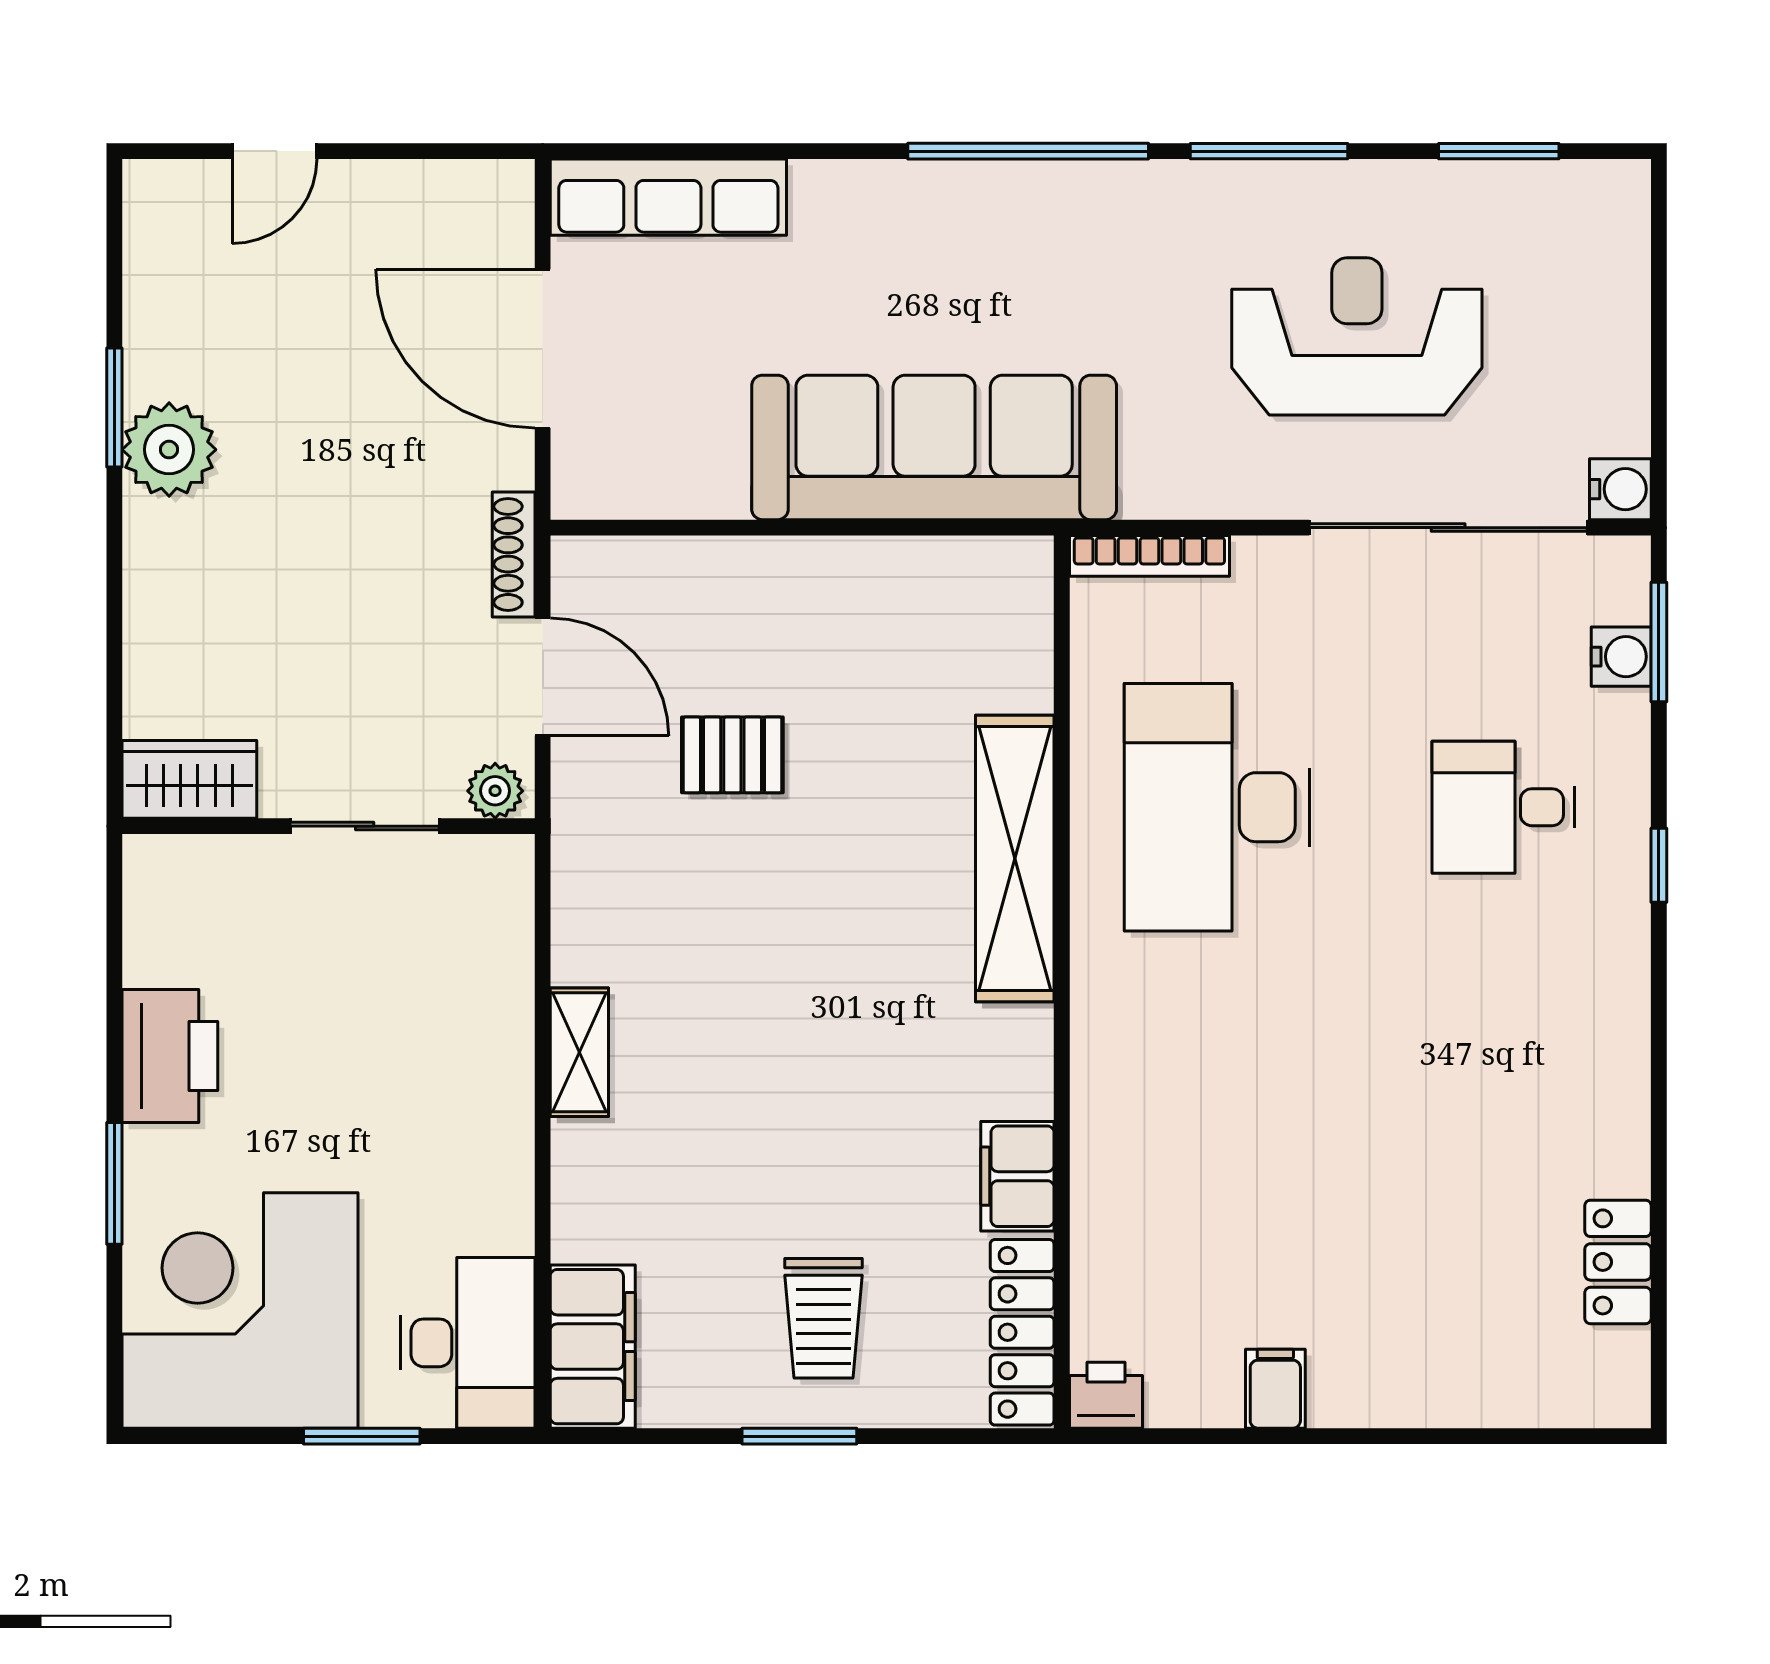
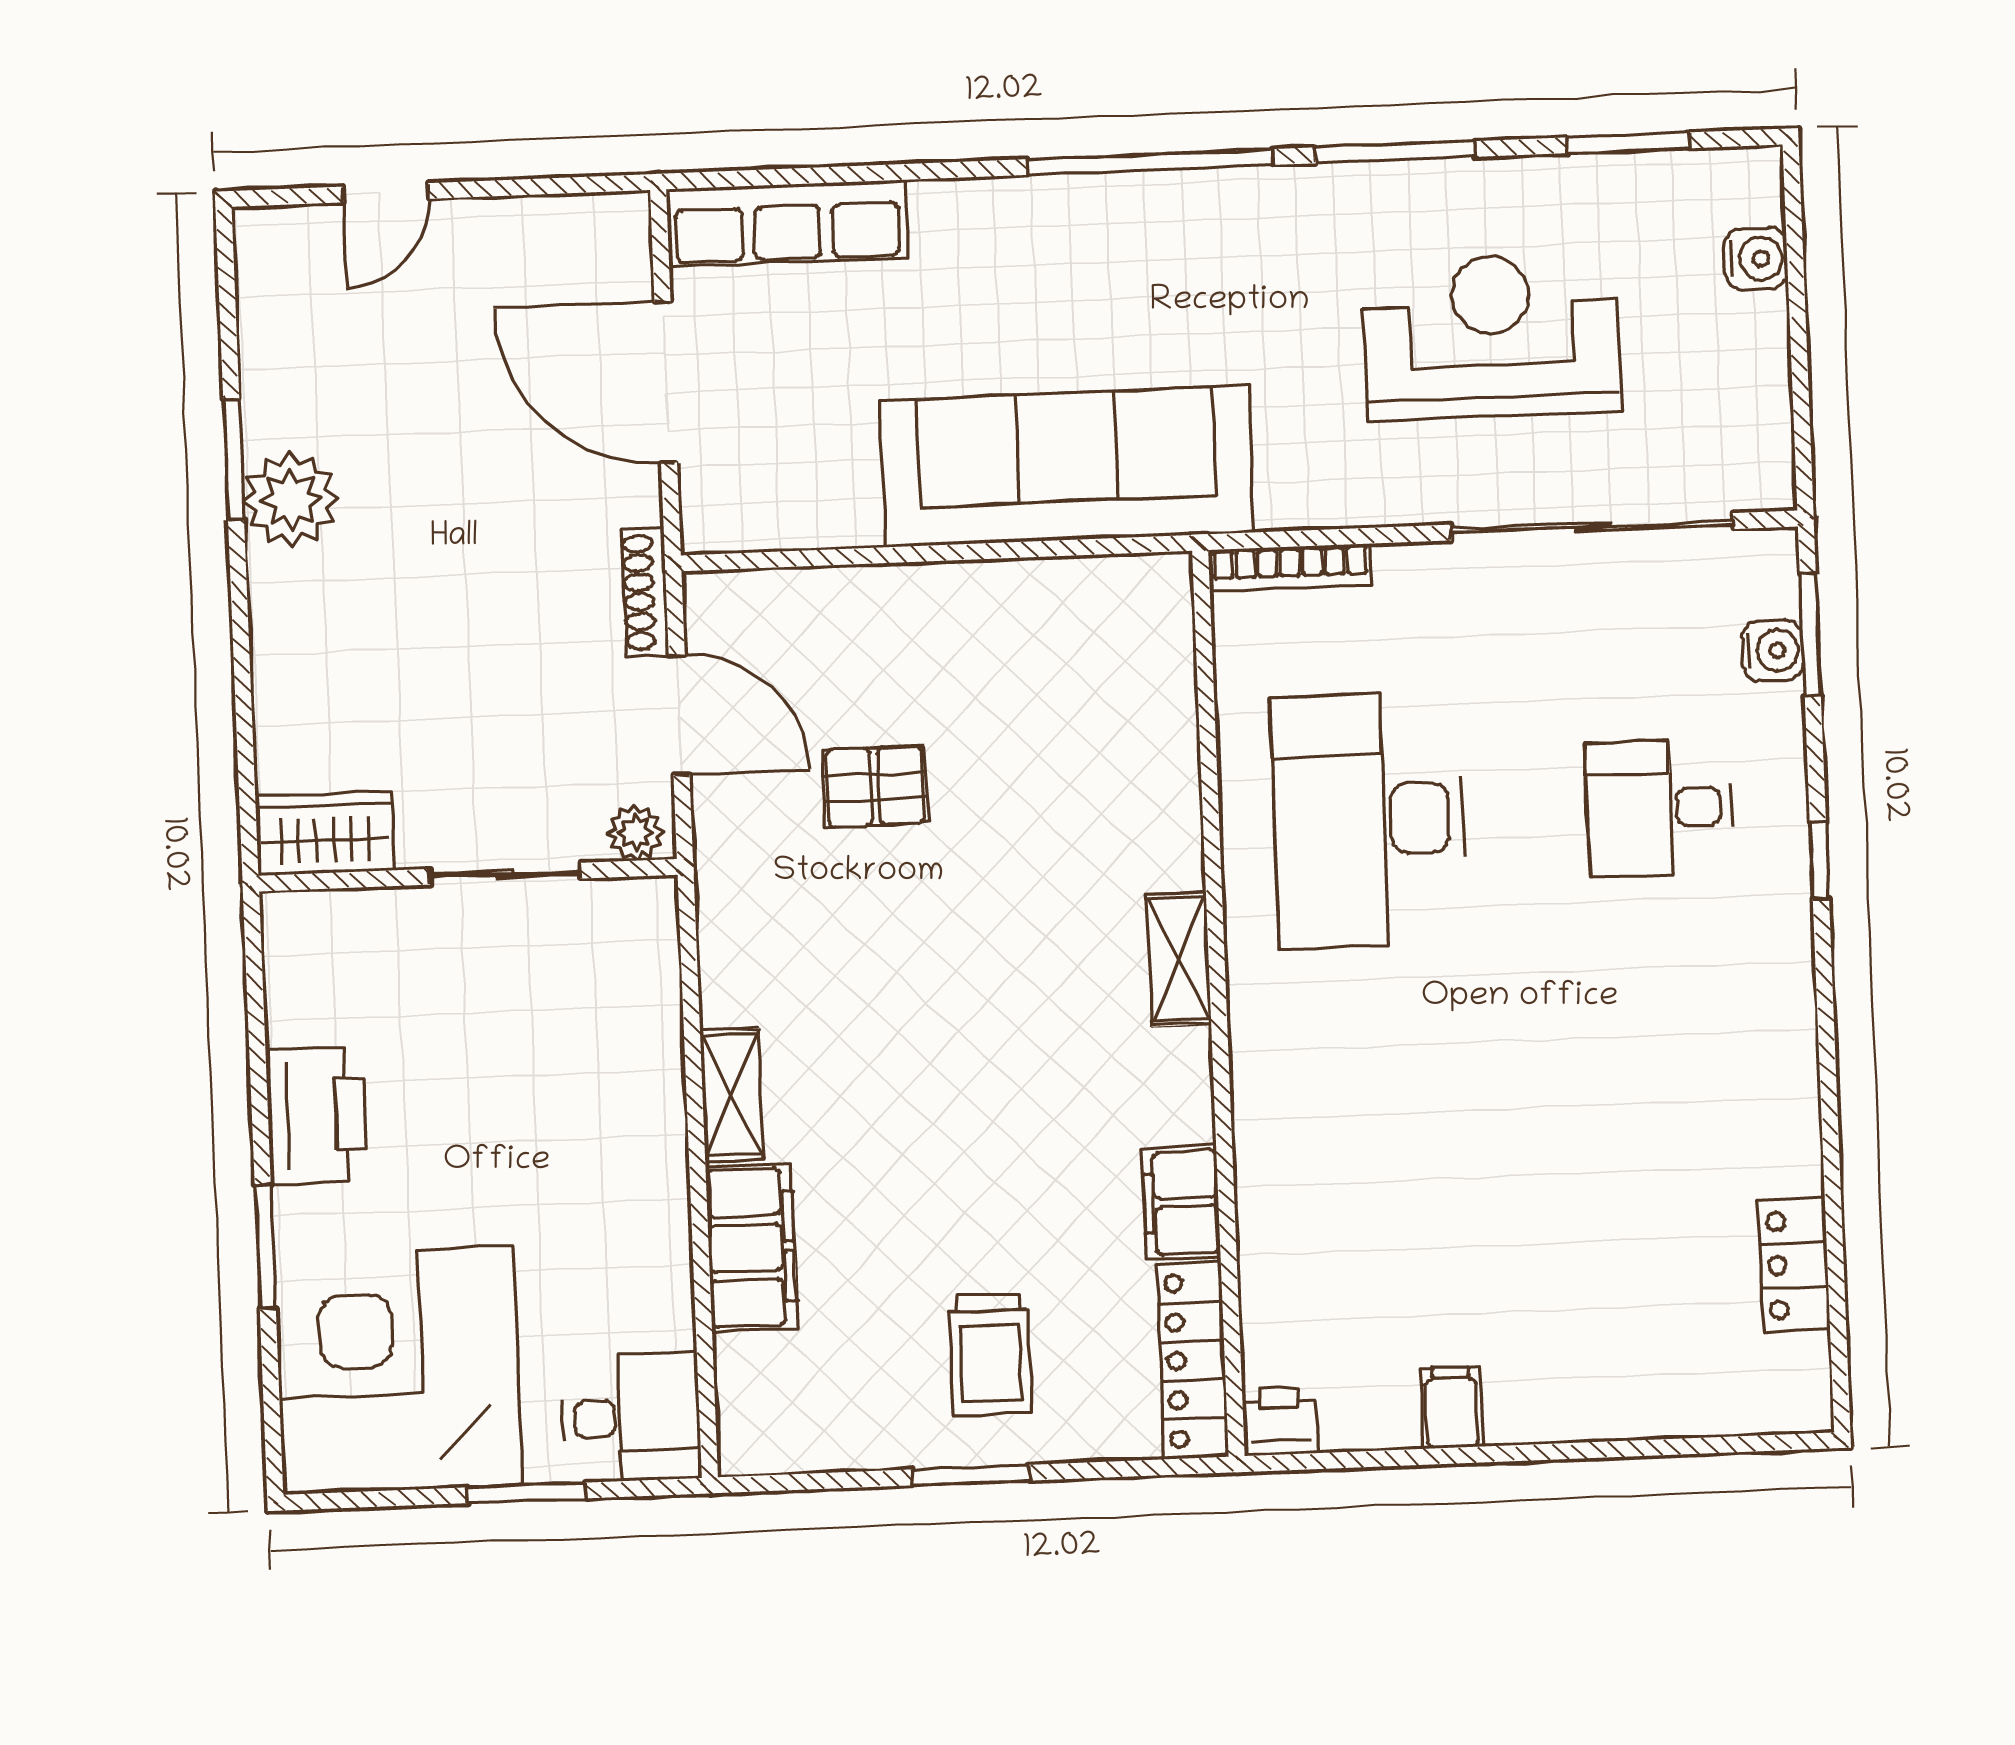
water cooler: (1620, 489) -> (1756, 259), moved
shelving: (1015, 859) -> (1179, 959), width x0.45, depth x0.75
desk: (468, 1343) -> (631, 1417), width x0.73
filing cabinet: (593, 1347) -> (752, 1248), moved

